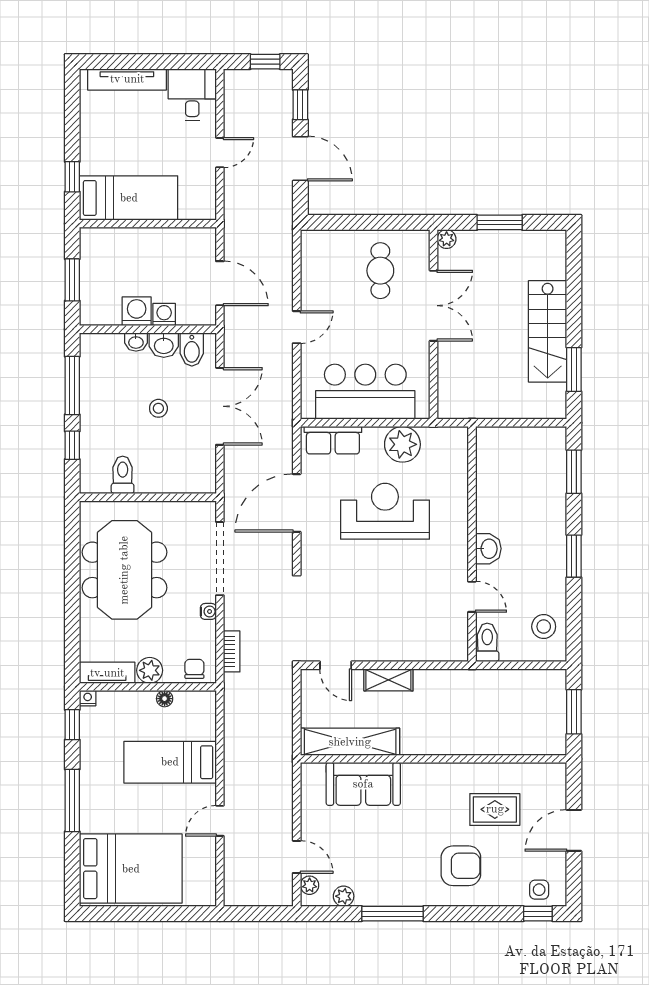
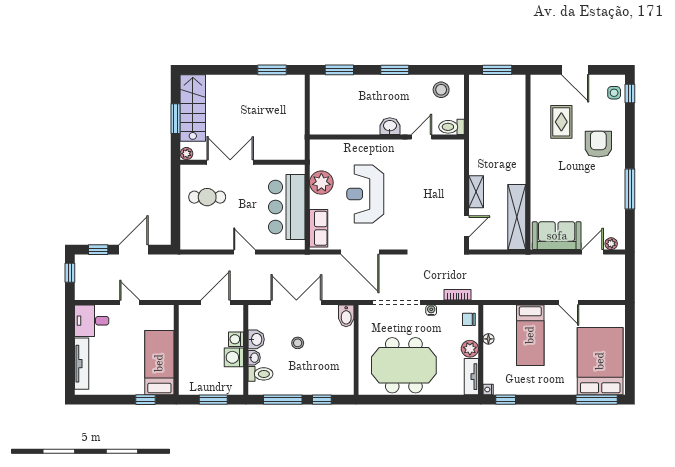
stairs: (548, 331) -> (193, 108), moved, turned -90
bidet: (192, 350) -> (346, 316), moved, turned 90
toilet: (123, 475) -> (260, 374), moved, turned 180
sofa: (363, 784) -> (557, 236), moved, turned -90
window: (72, 800) -> (597, 400), moved
plant: (344, 896) -> (618, 221), removed

